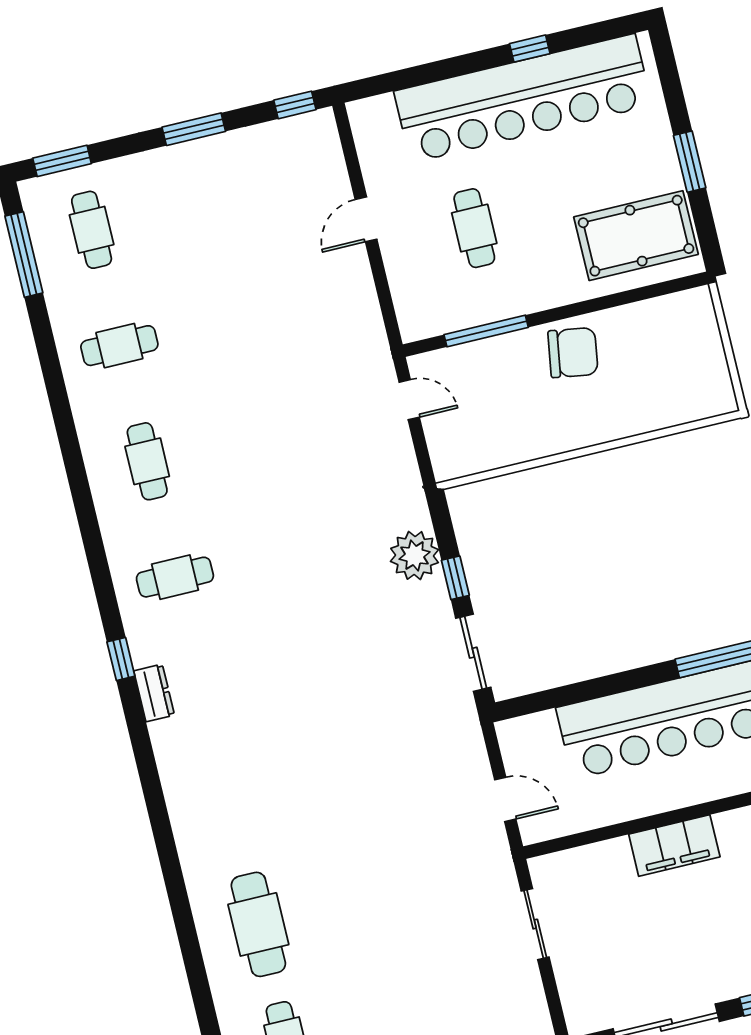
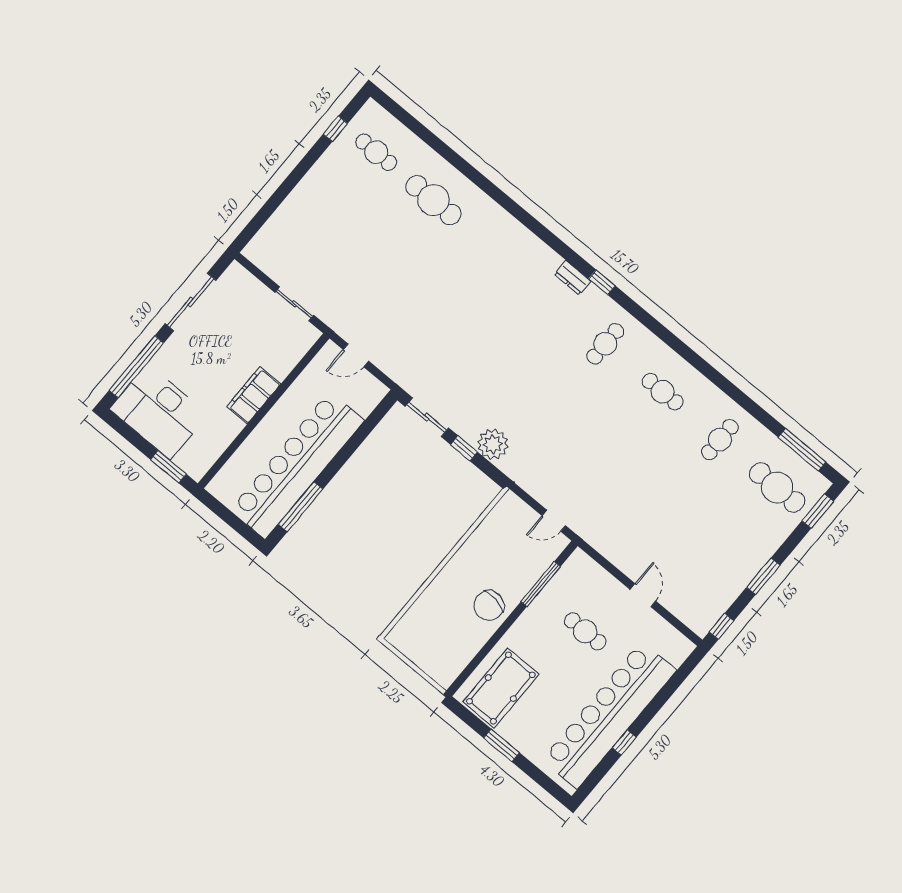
cafe table: (92, 230) -> (777, 487), width x1.37, depth x1.35

